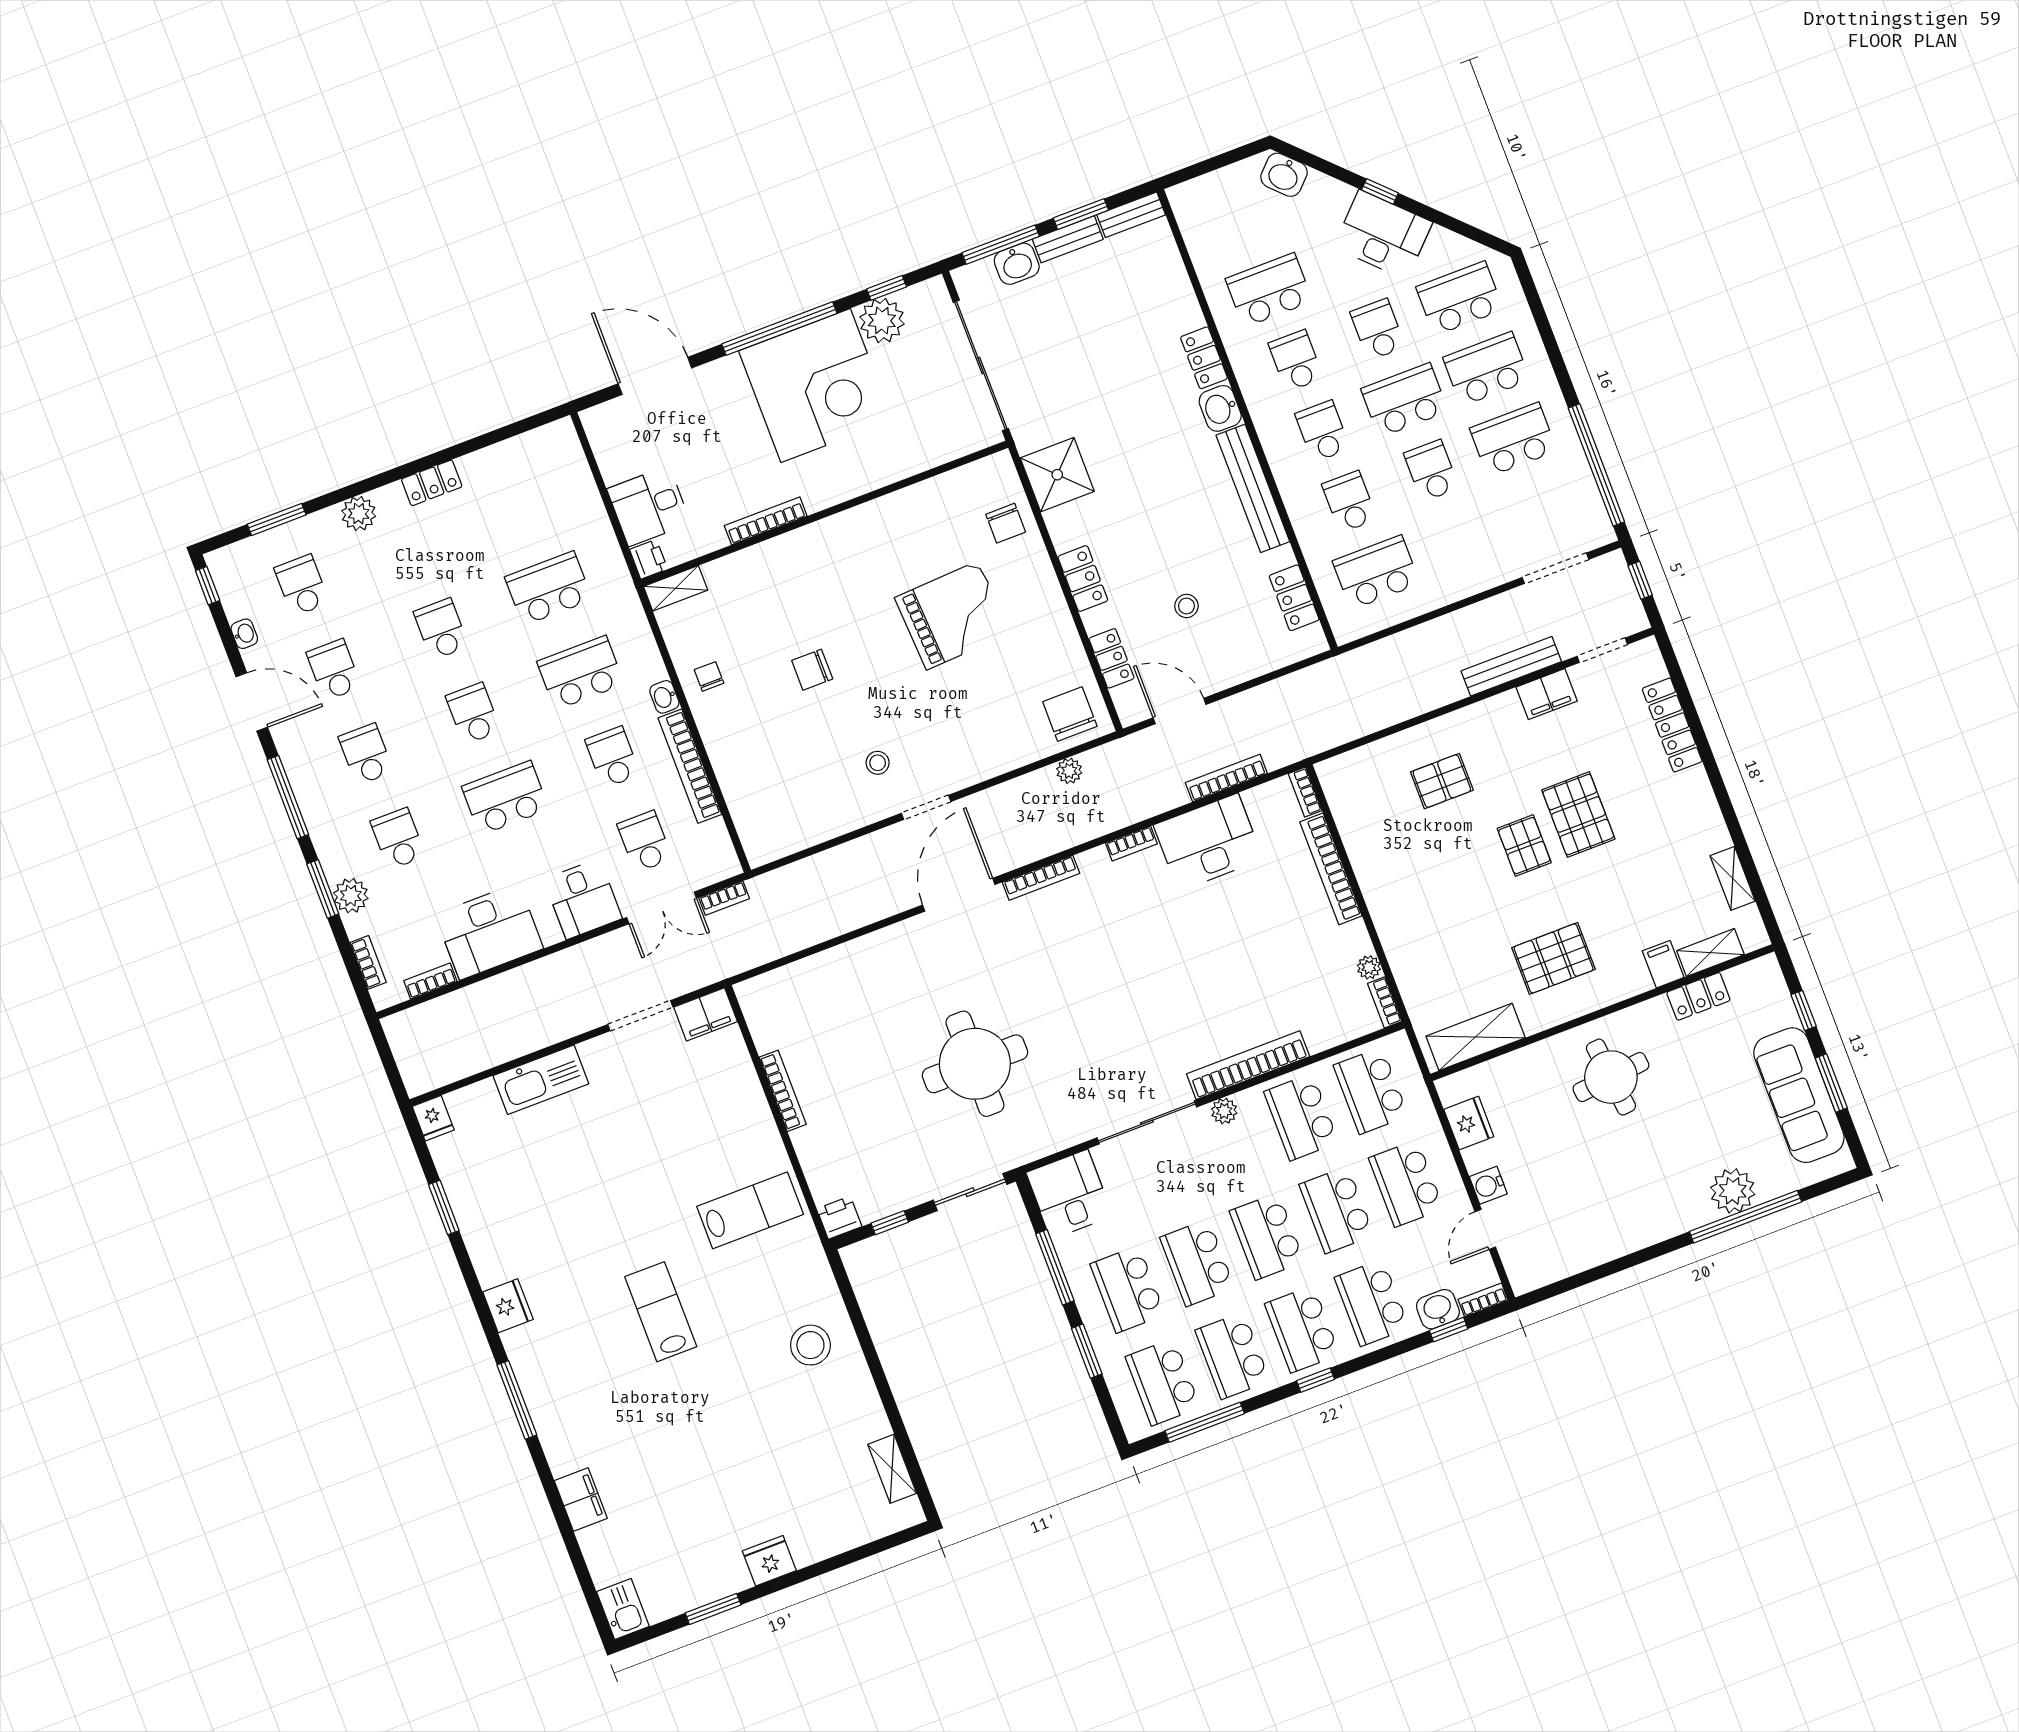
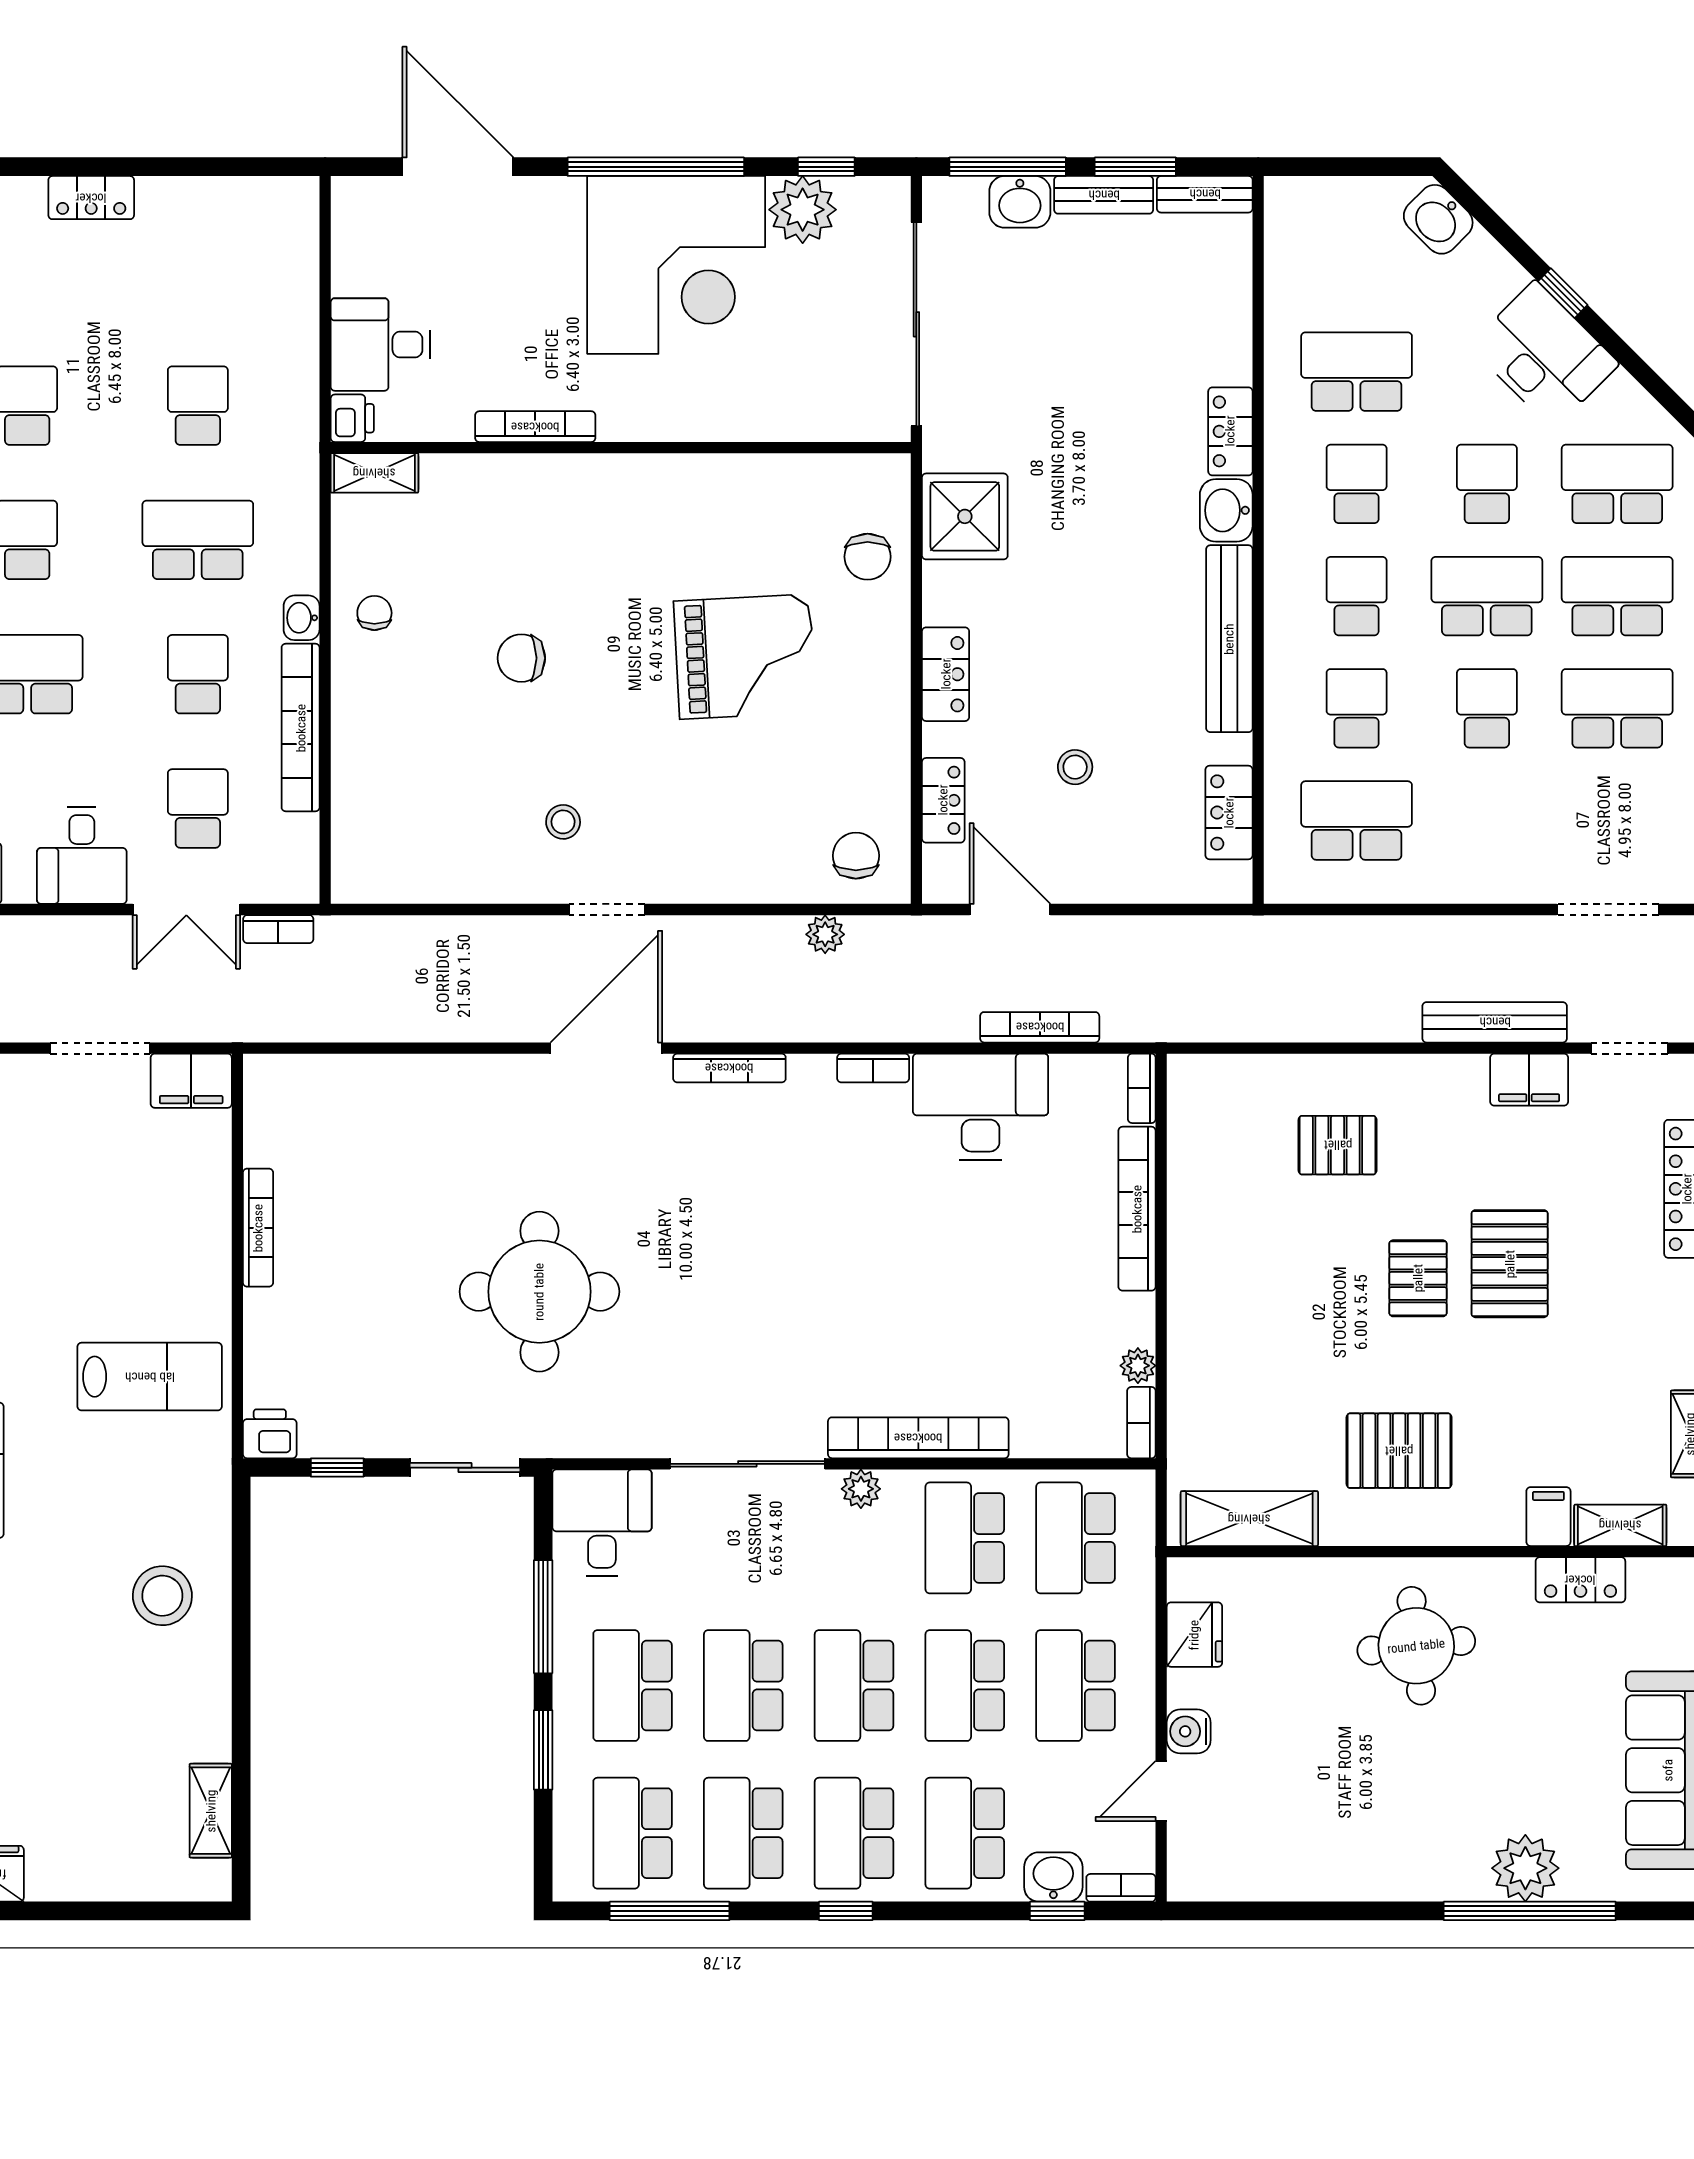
school desk: (548, 588) -> (198, 406), width x0.54
chair: (1070, 714) -> (856, 856), width x0.73, depth x0.73

